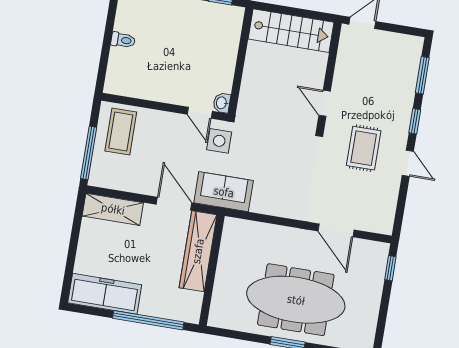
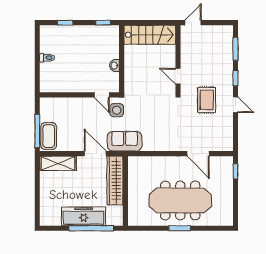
washbasin: (222, 103) -> (114, 66), moved
coffee table: (121, 132) -> (49, 136), moved
freezer: (105, 294) -> (84, 216), moved

